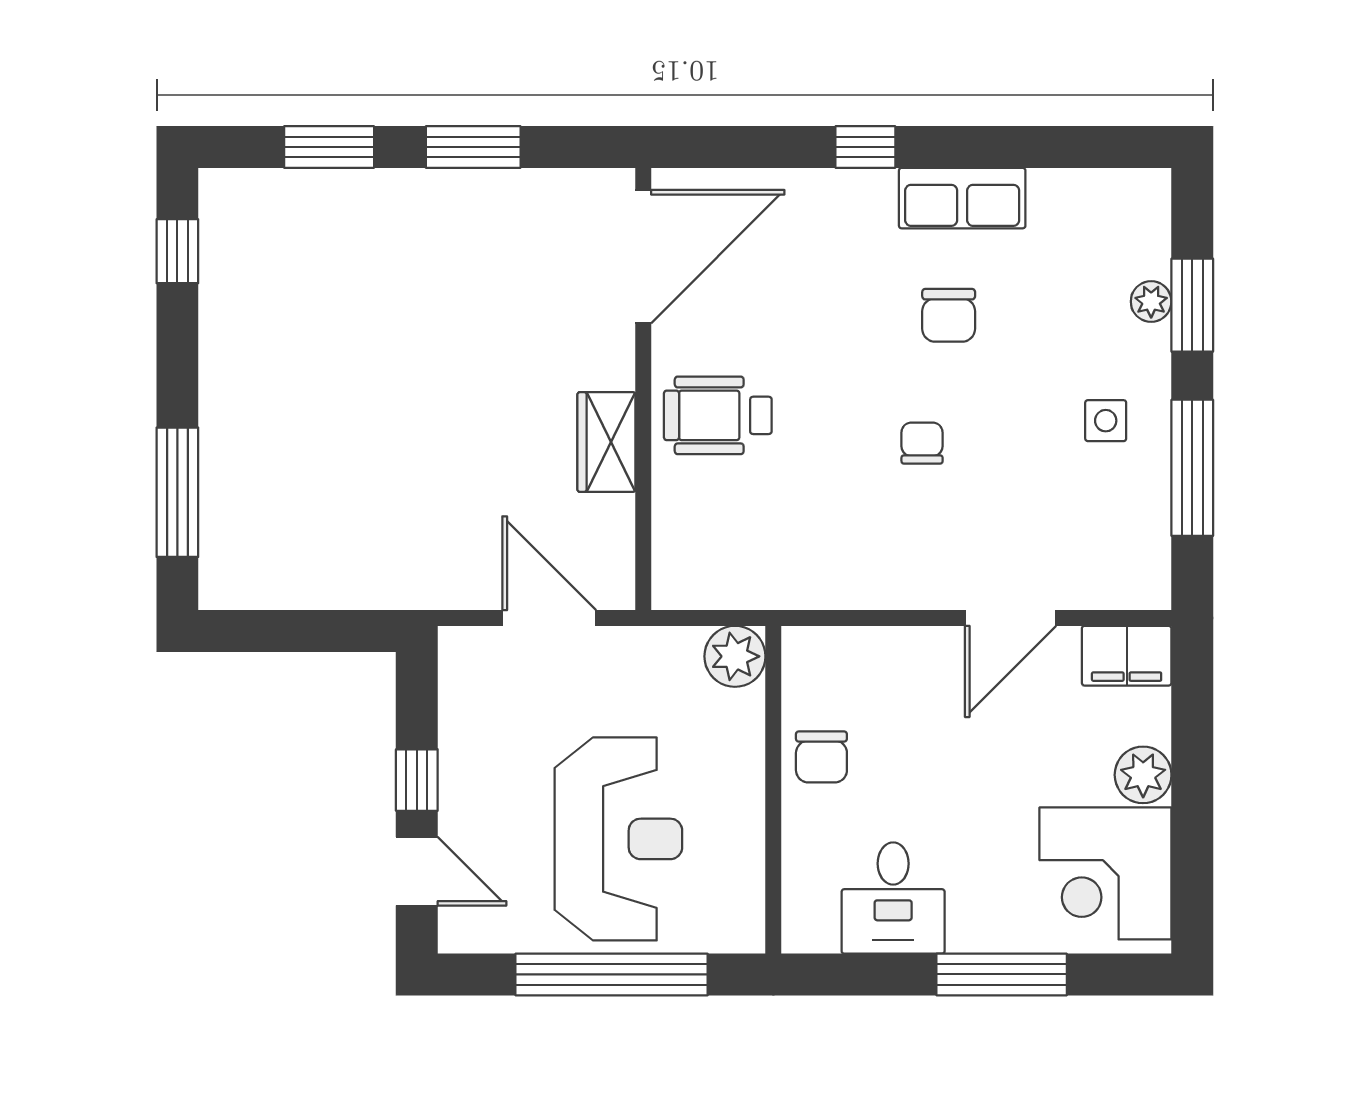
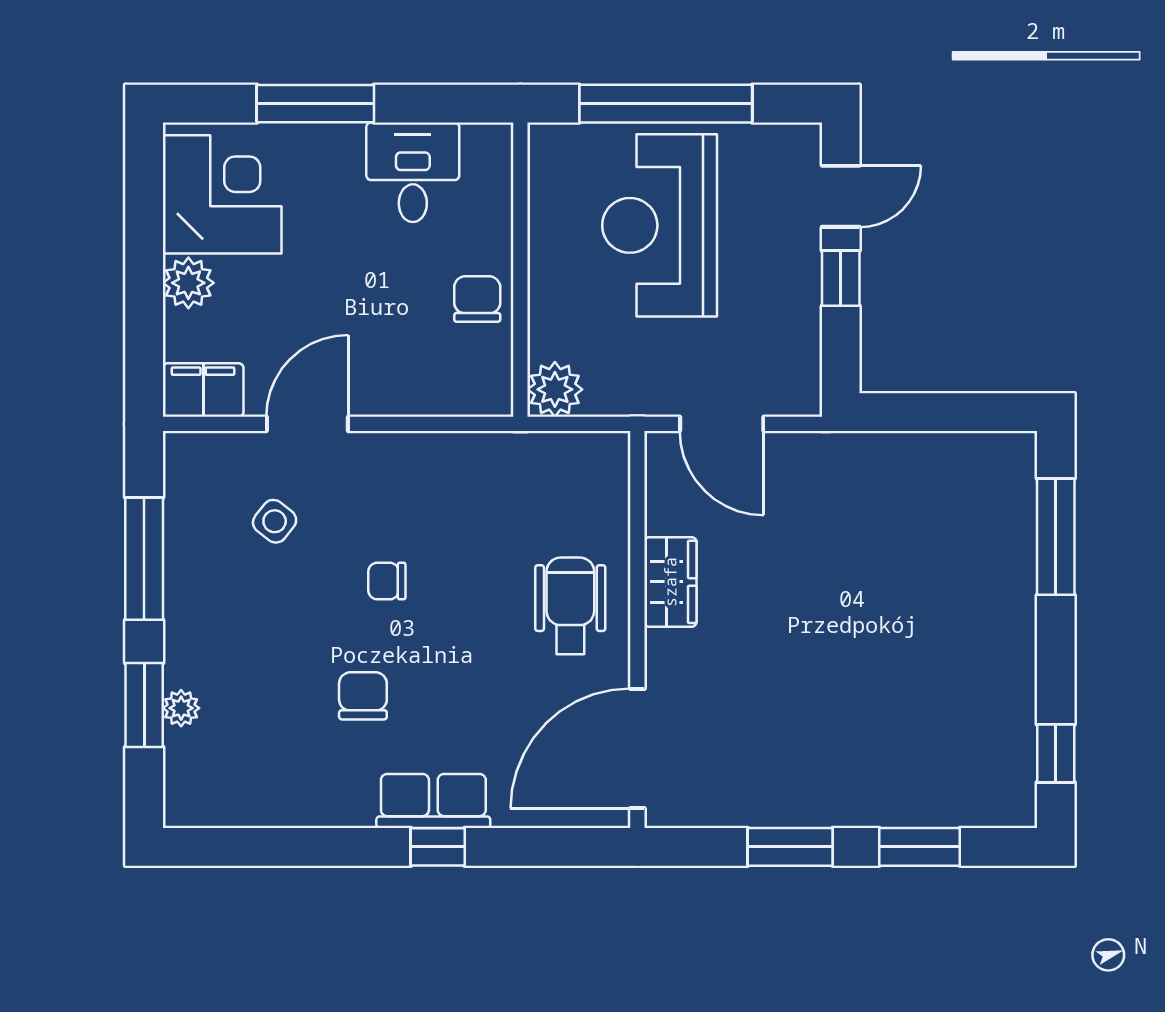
row of seats: (962, 198) -> (433, 801), moved
wheelchair: (718, 415) -> (570, 606), turned -90
side table: (1106, 421) -> (275, 521), moved, turned 38
chair: (922, 443) -> (387, 581), turned 90
door: (417, 871) -> (841, 196), swing flipped

